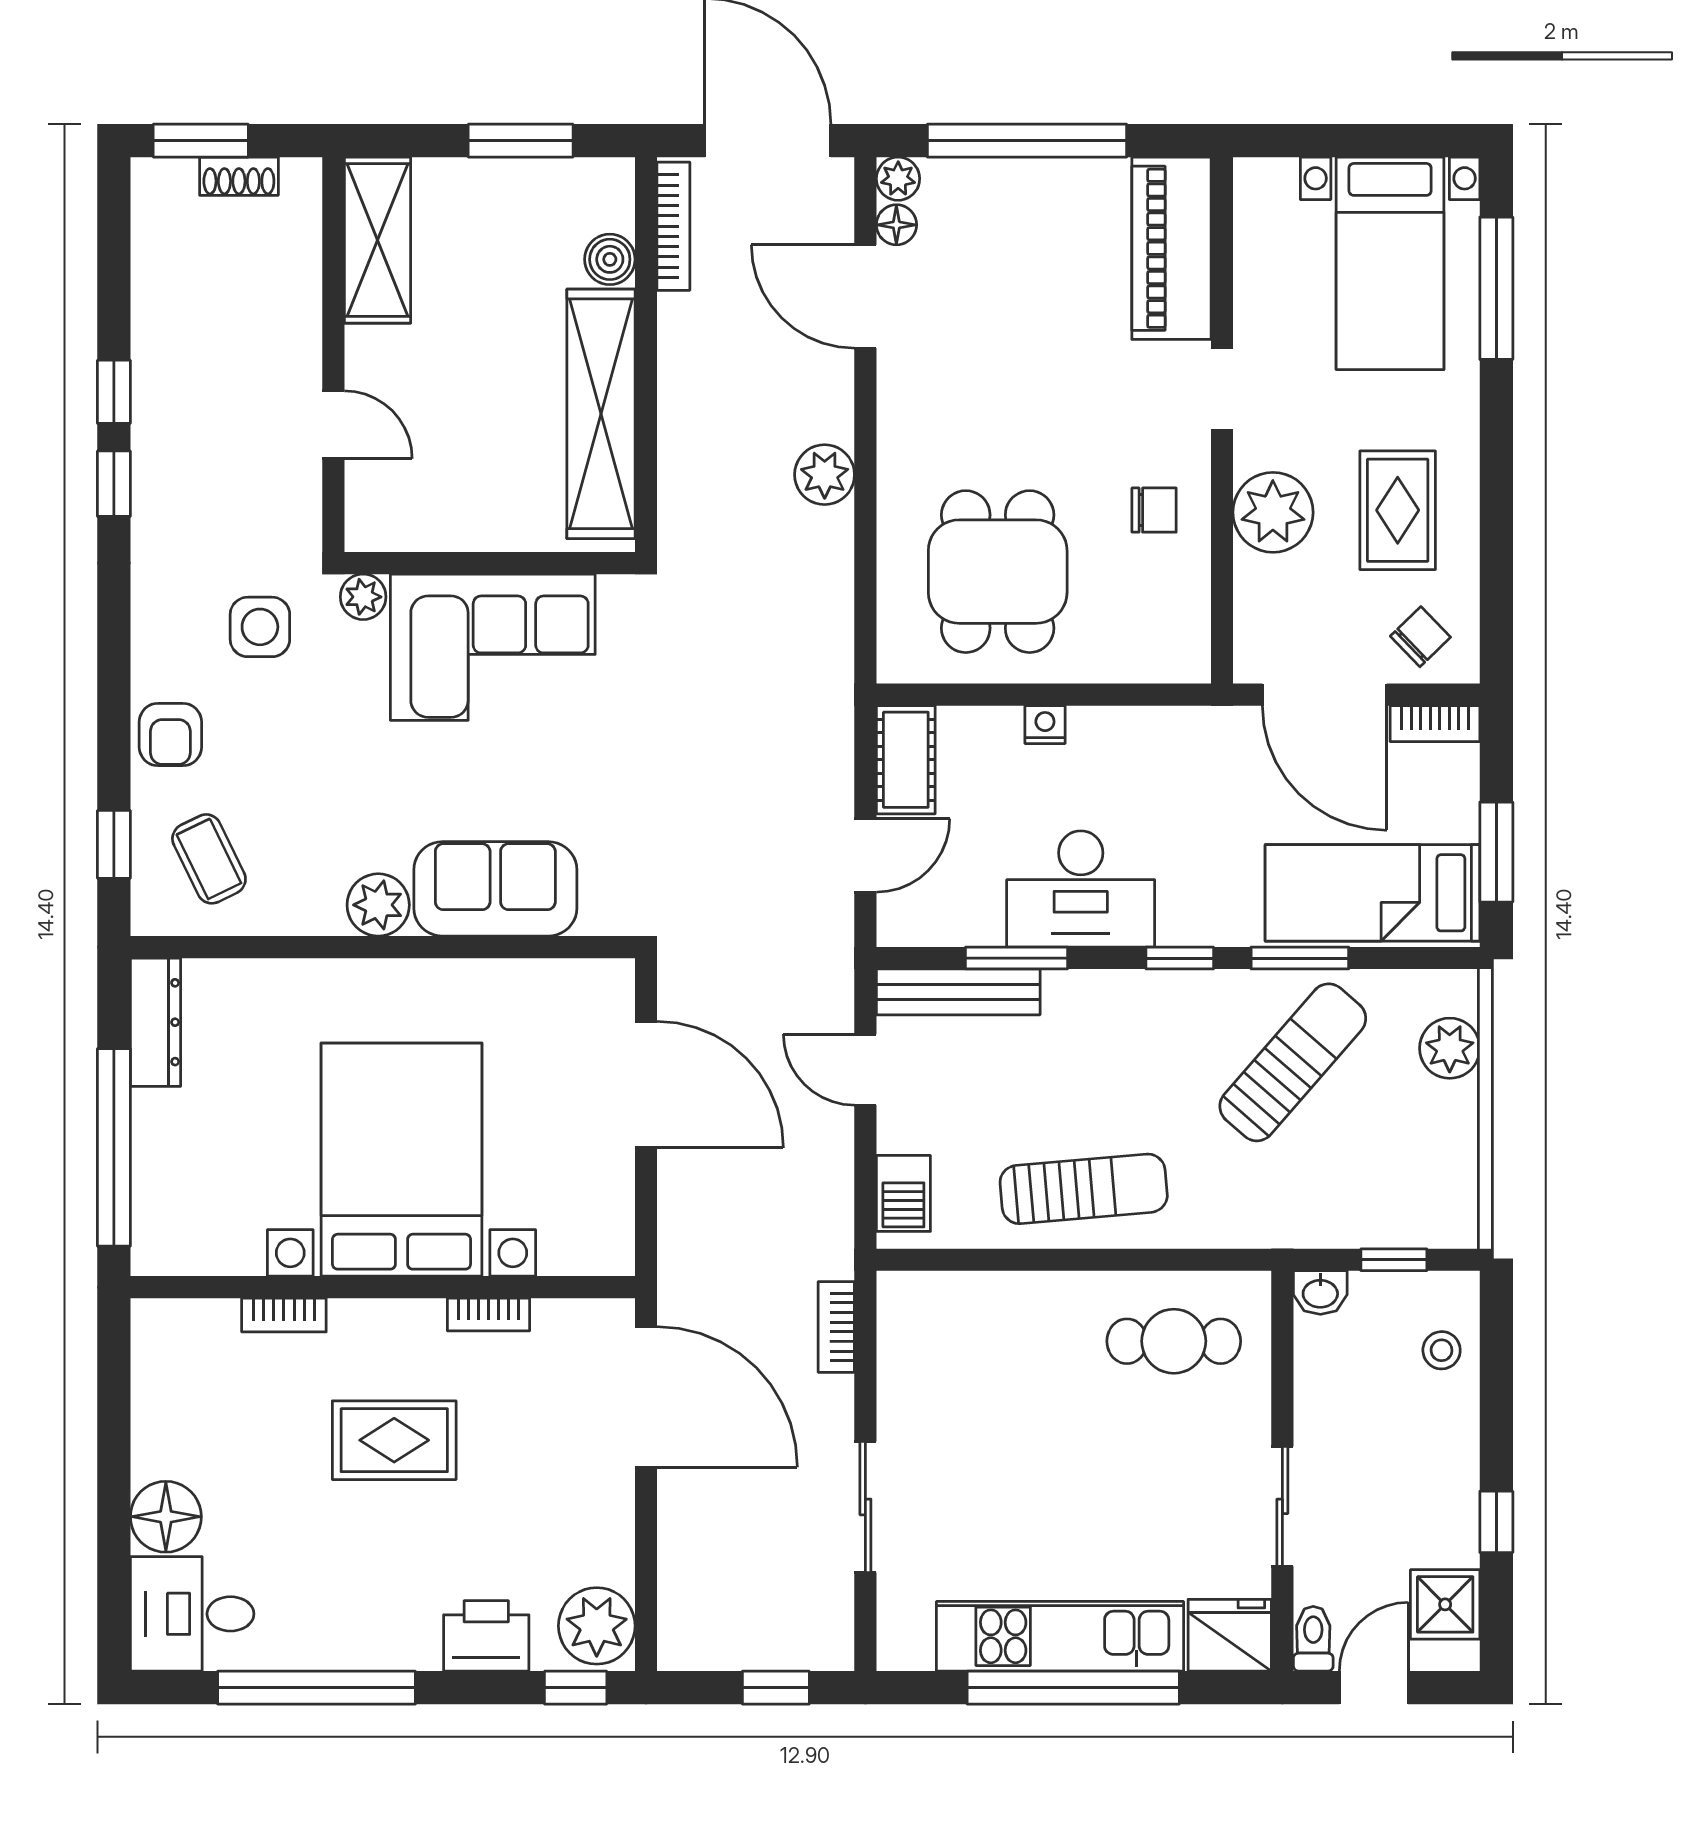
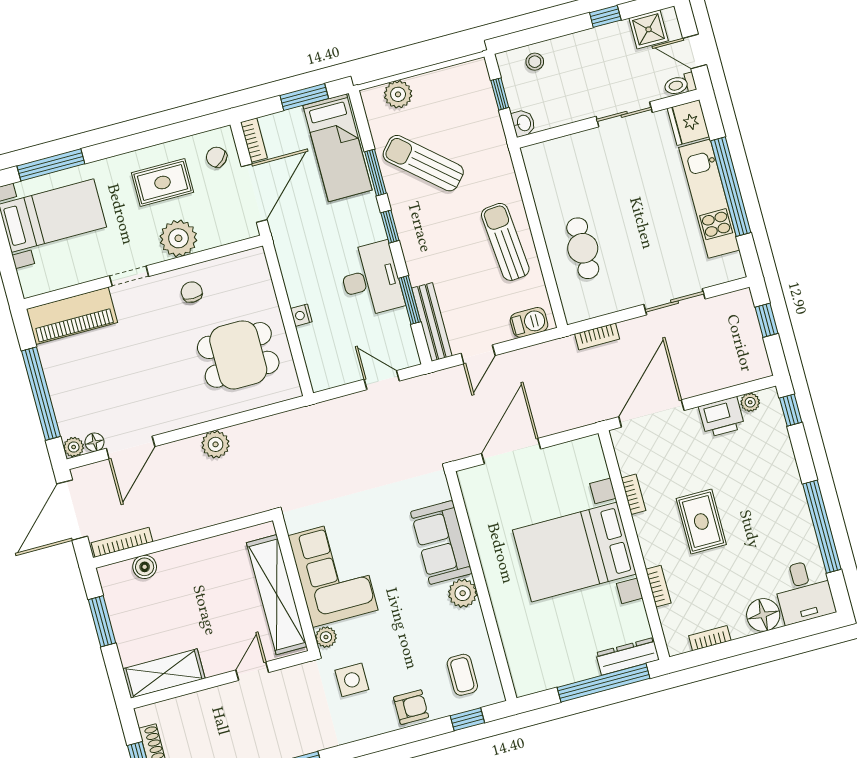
shelving: (601, 414) -> (277, 595), moved, turned 90
cot: (906, 760) -> (334, 374), removed
coffee table: (209, 859) -> (462, 675), turned -64
dresser: (155, 1022) -> (627, 656), moved
cafe table: (1174, 1341) -> (583, 248), moved
bookcase: (147, 1393) -> (710, 638), added
plant: (597, 1626) -> (750, 402), width x0.53, depth x0.53
printer: (486, 1636) -> (722, 417), moved, turned -90

